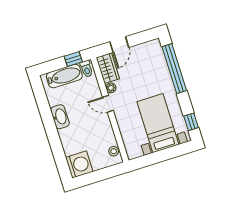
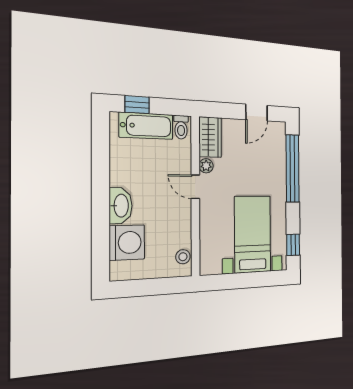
door: (119, 45) -> (257, 113), moved
window: (73, 59) -> (137, 105), moved
washbasin: (60, 117) -> (121, 206), moved
washing machine: (79, 165) -> (127, 243), moved

